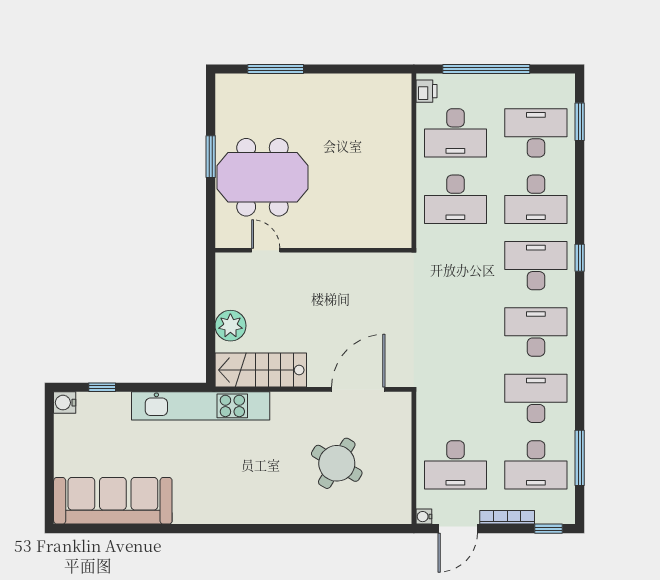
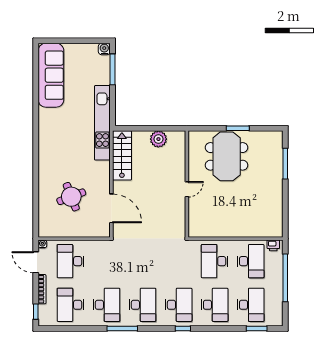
desk: (455, 133) -> (251, 261), turned 180
desk: (536, 199) -> (215, 305), turned 180
door: (266, 250) -> (187, 189), moved
plant: (230, 326) -> (158, 139), moved
window: (102, 387) -> (113, 69), width x2.17
window: (580, 458) -> (122, 329), moved
round table: (337, 463) -> (71, 197), turned 38

